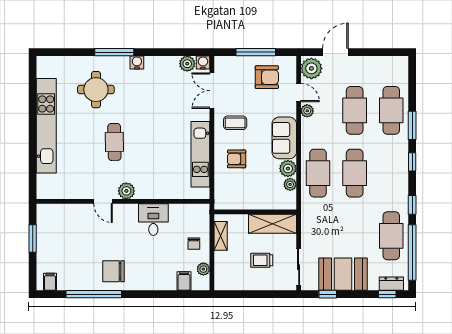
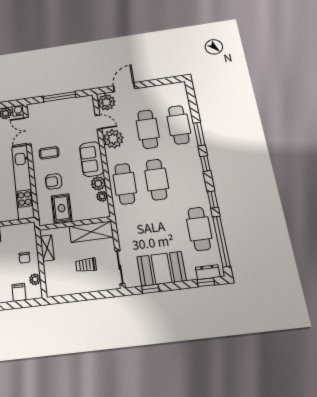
armchair: (267, 77) -> (71, 114), removed
plant: (307, 111) -> (113, 139), width x1.88, depth x1.88
kitchen unit: (200, 154) -> (23, 182), width x1.36
rug: (242, 192) -> (62, 208), added

